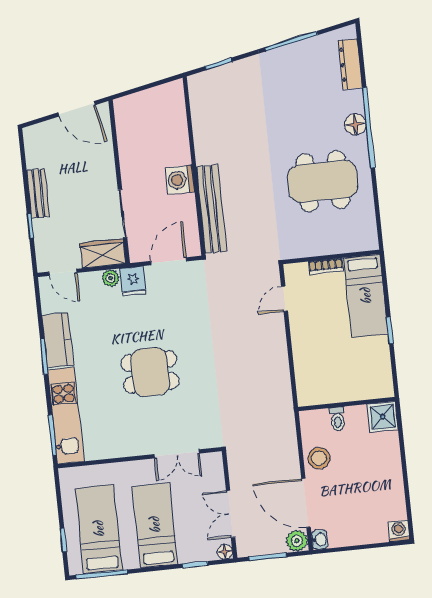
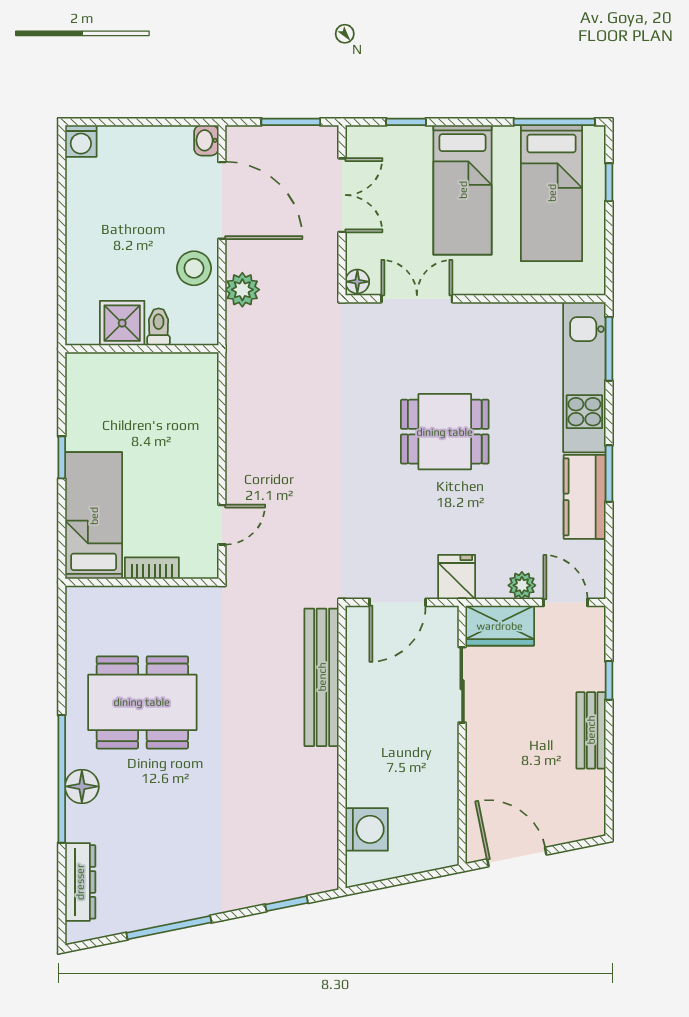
washing machine: (180, 180) -> (367, 829), moved
plant: (111, 278) -> (522, 585), moved
shower: (383, 417) -> (122, 323), moved
plant: (297, 541) -> (242, 290), moved
floor lamp: (225, 552) -> (357, 282), moved

